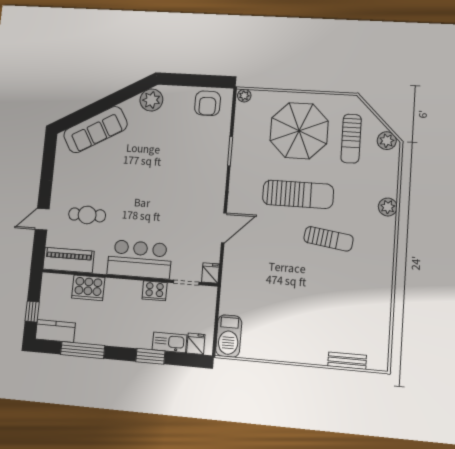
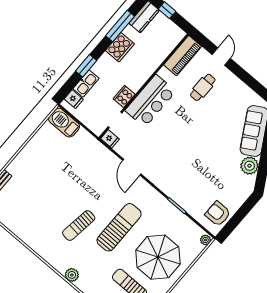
plant: (151, 100) -> (249, 166), moved
sun lounger: (298, 194) -> (119, 227), turned 180
cooker: (88, 288) -> (120, 47), moved, turned 180

